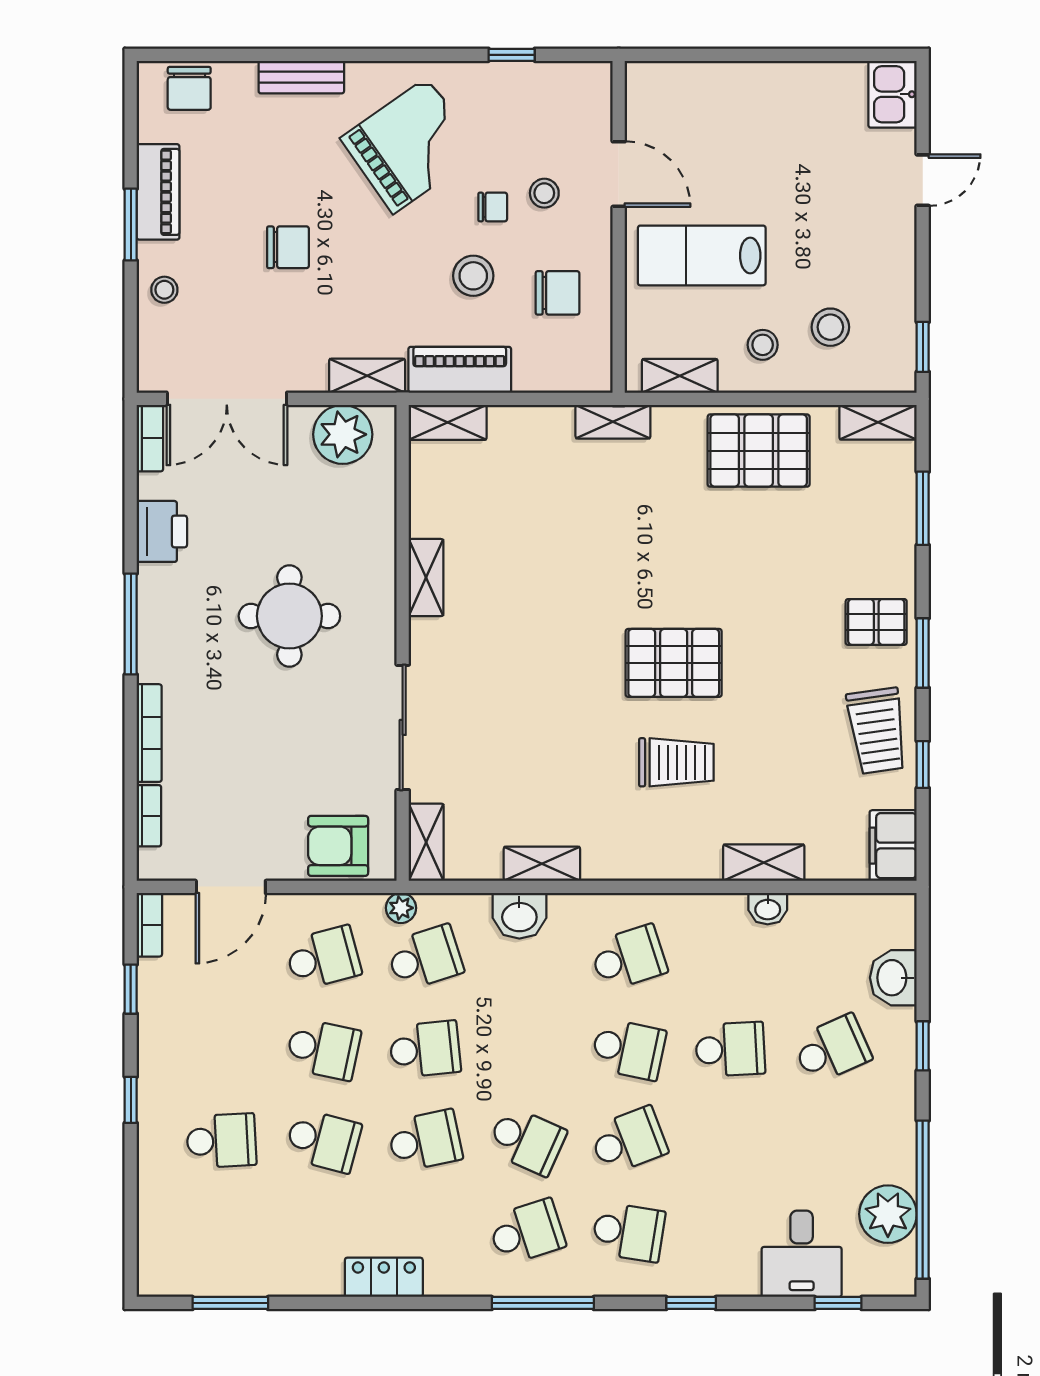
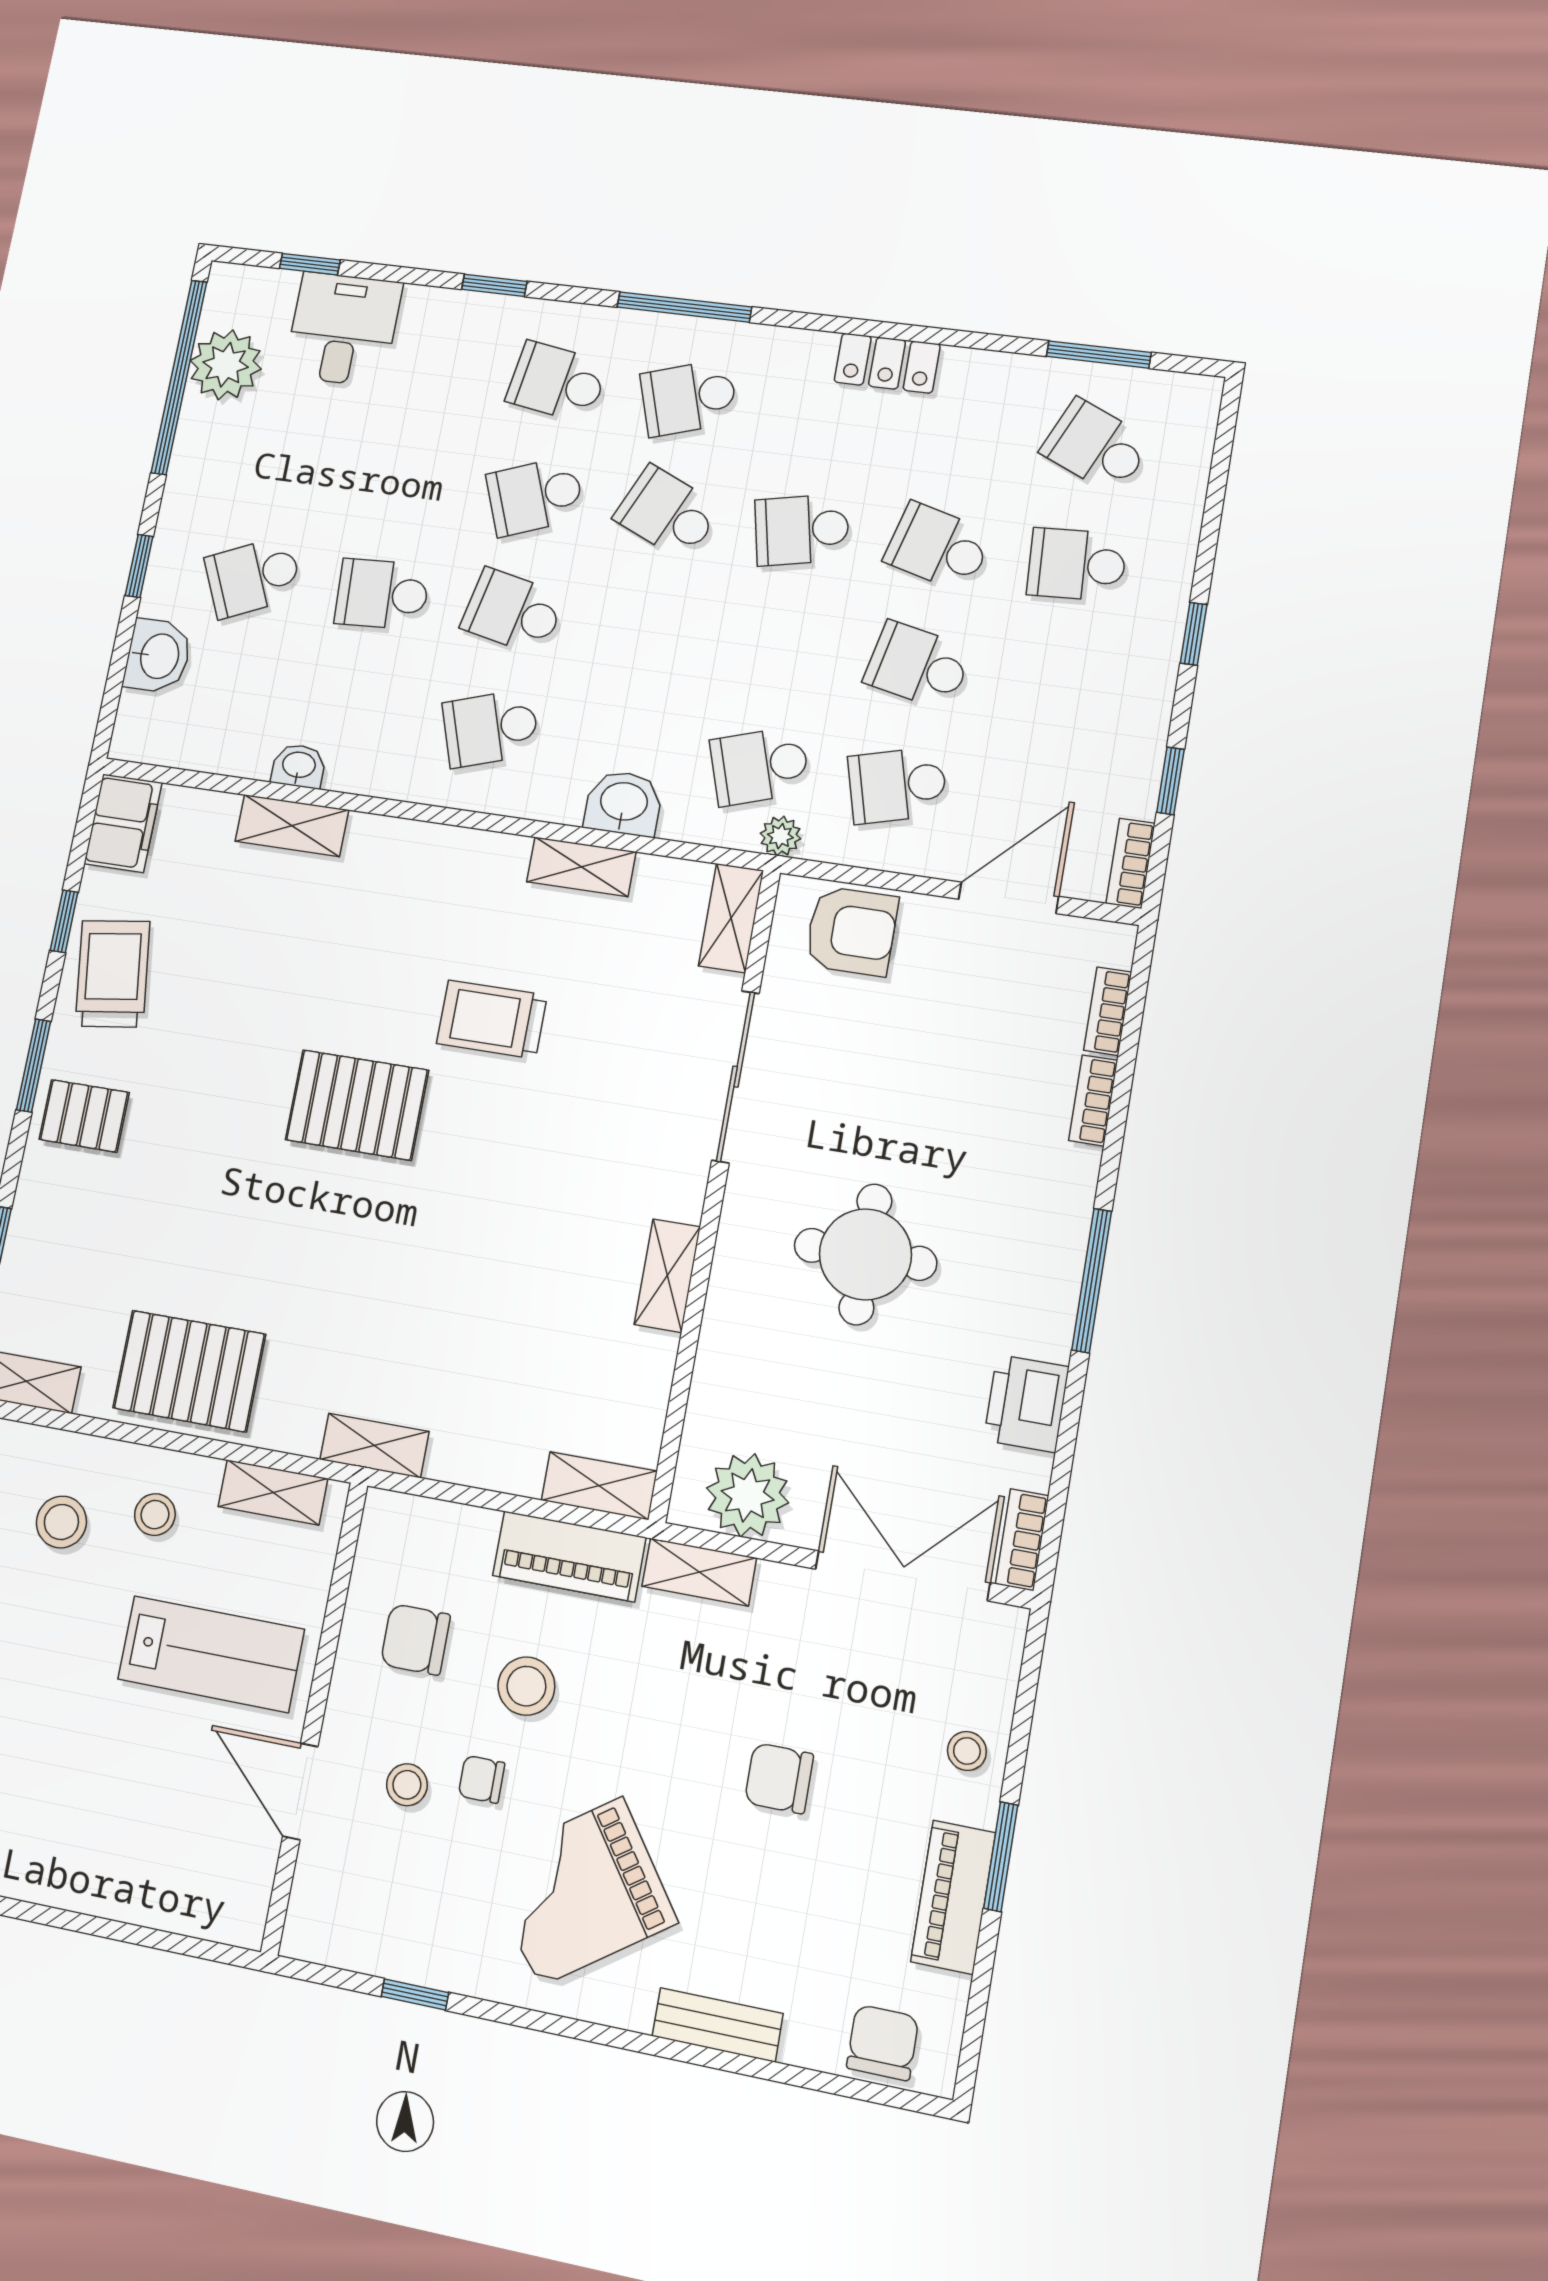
bookcase: (149, 733) -> (1093, 1100), width x0.64
trolley: (676, 762) -> (492, 1019), moved
school desk: (425, 1049) -> (1096, 447), moved, turned 30

